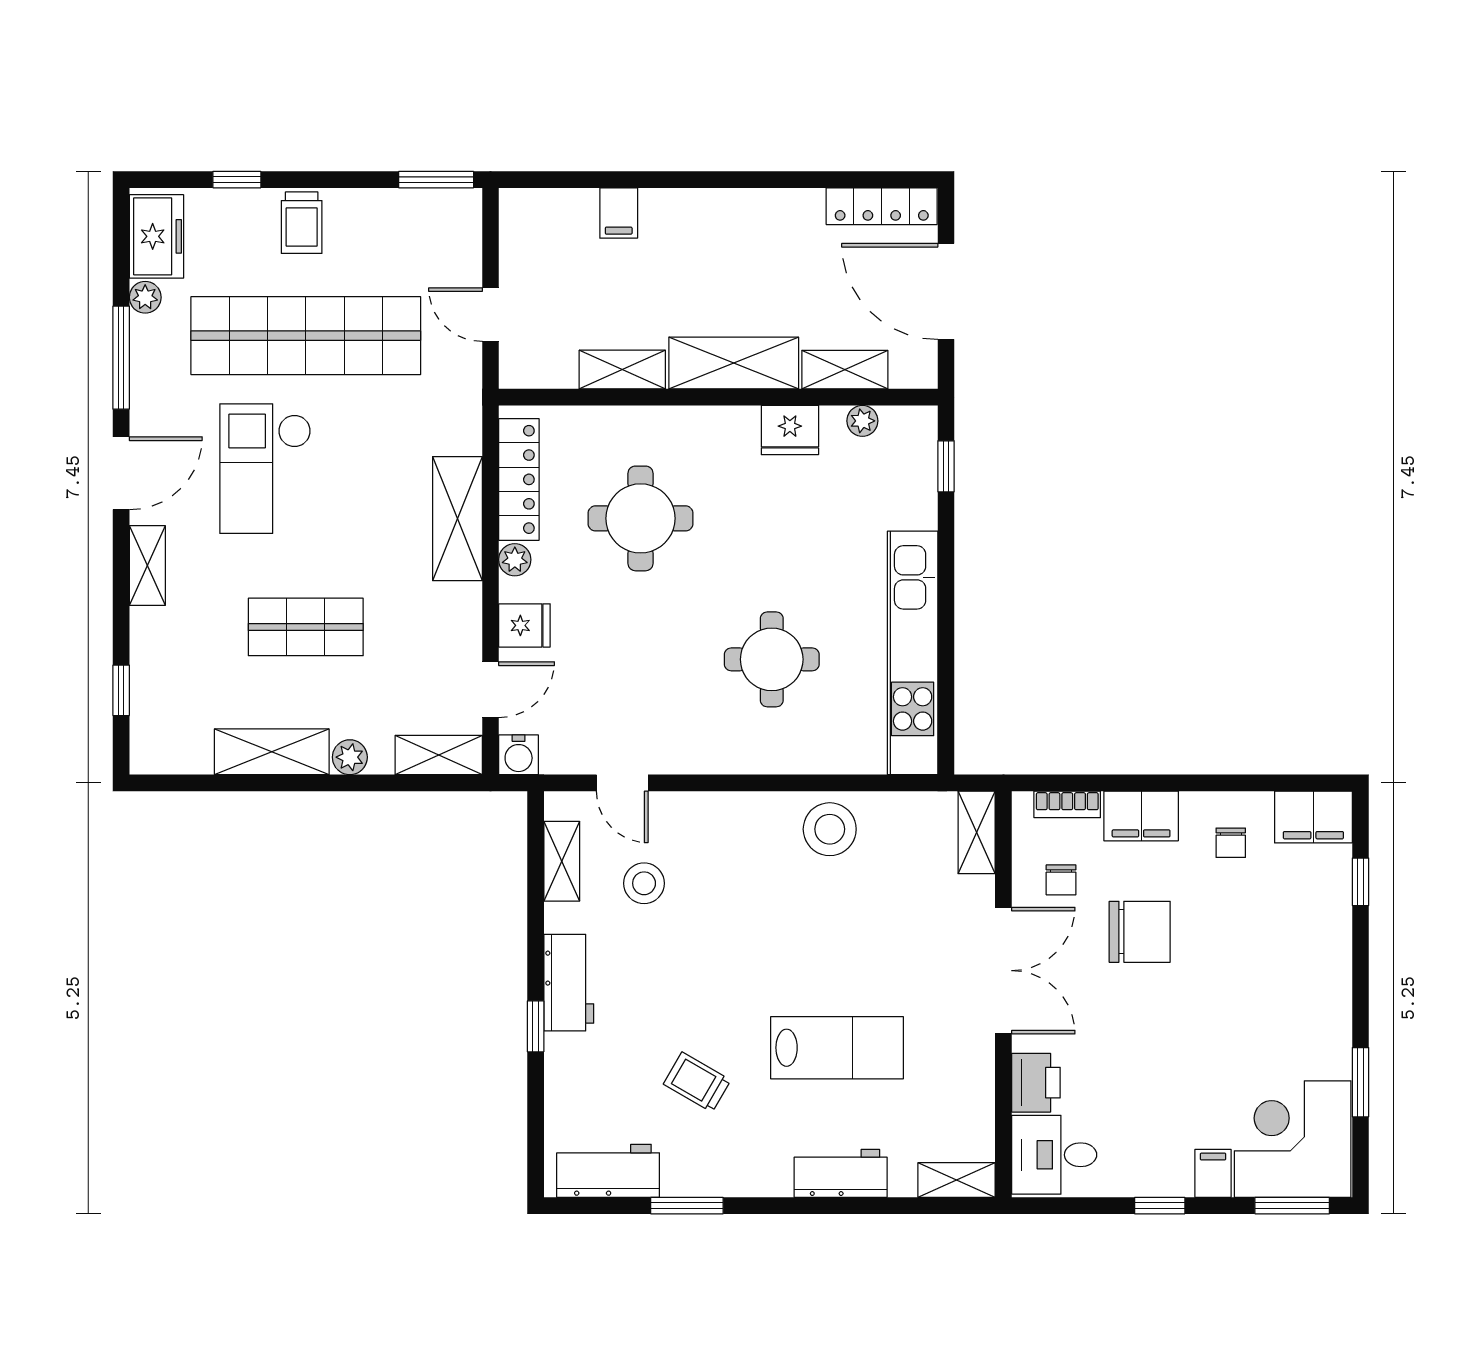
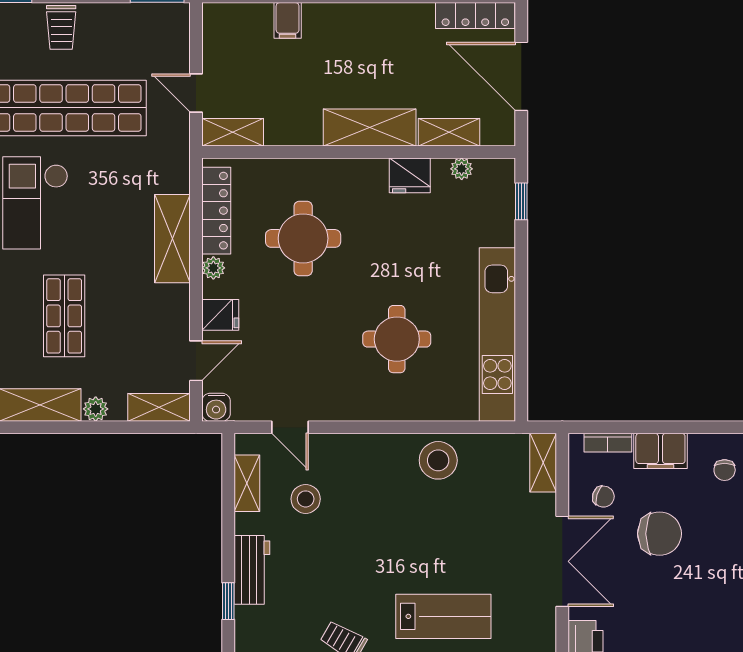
shelving: (622, 370) -> (233, 132), moved
shop shelf: (306, 627) -> (64, 316), turned 90
chair: (1061, 880) -> (603, 497), turned -73

